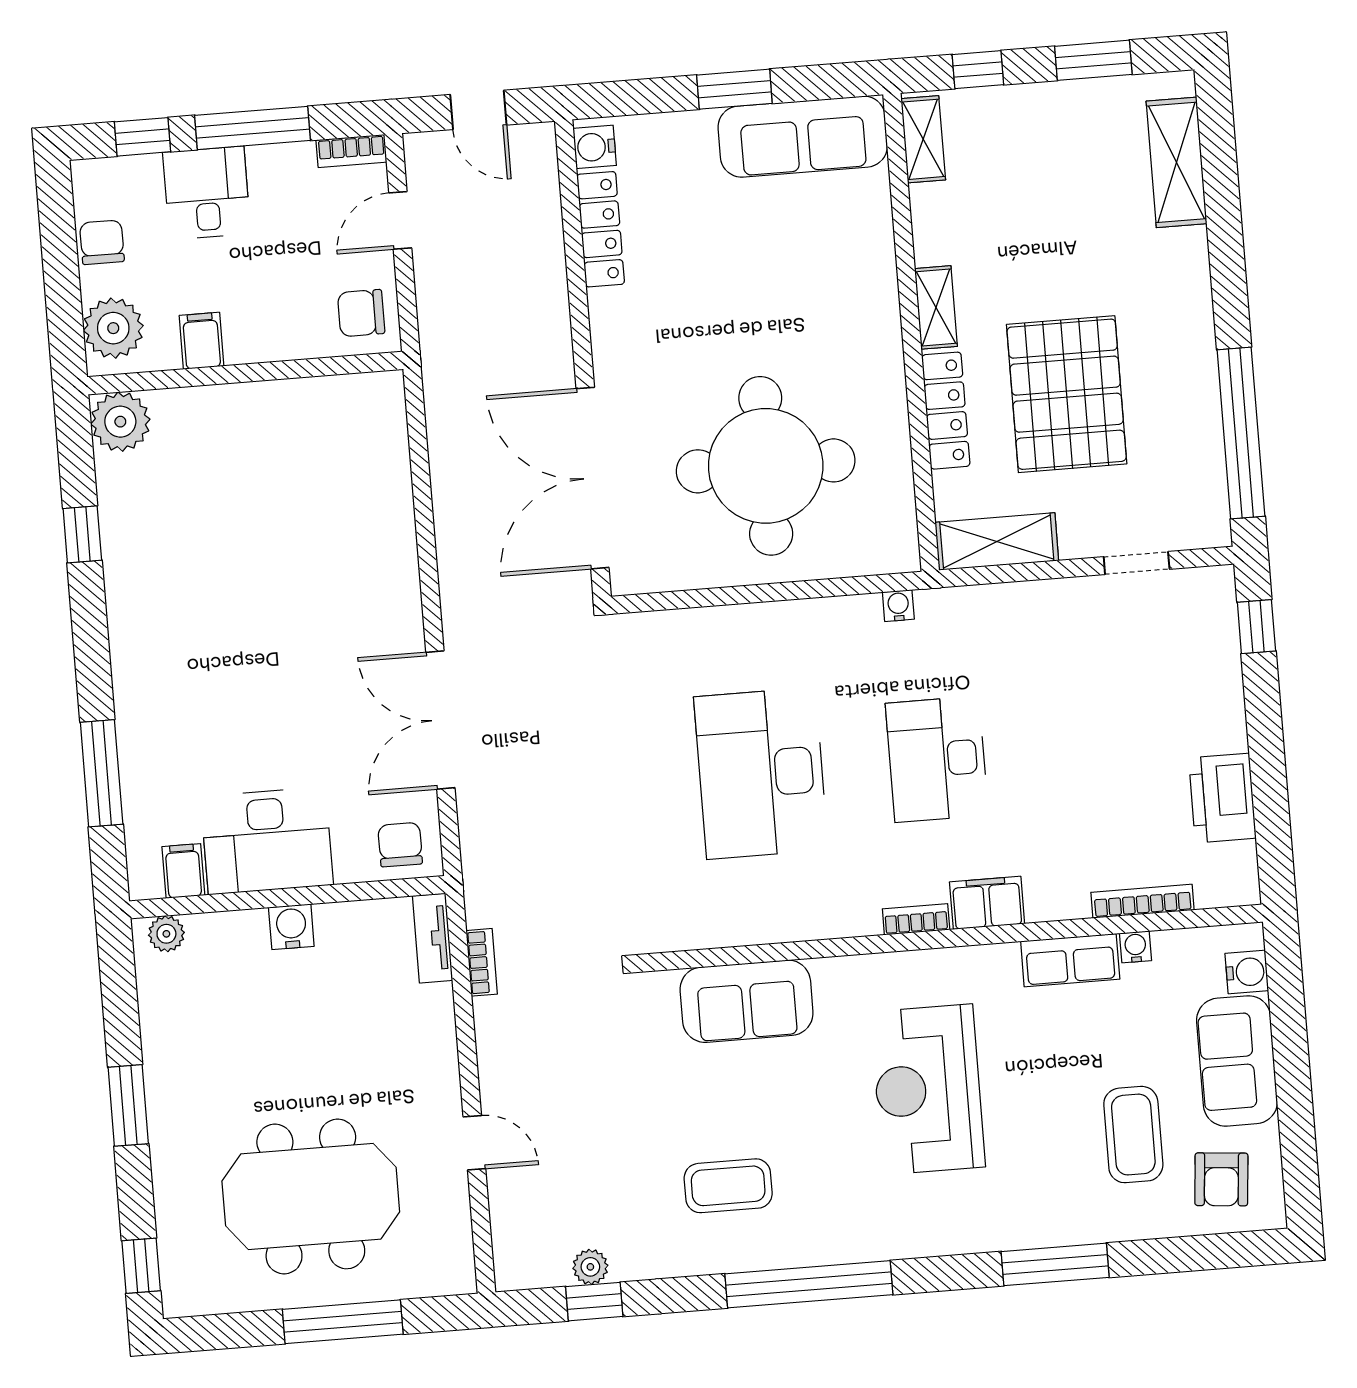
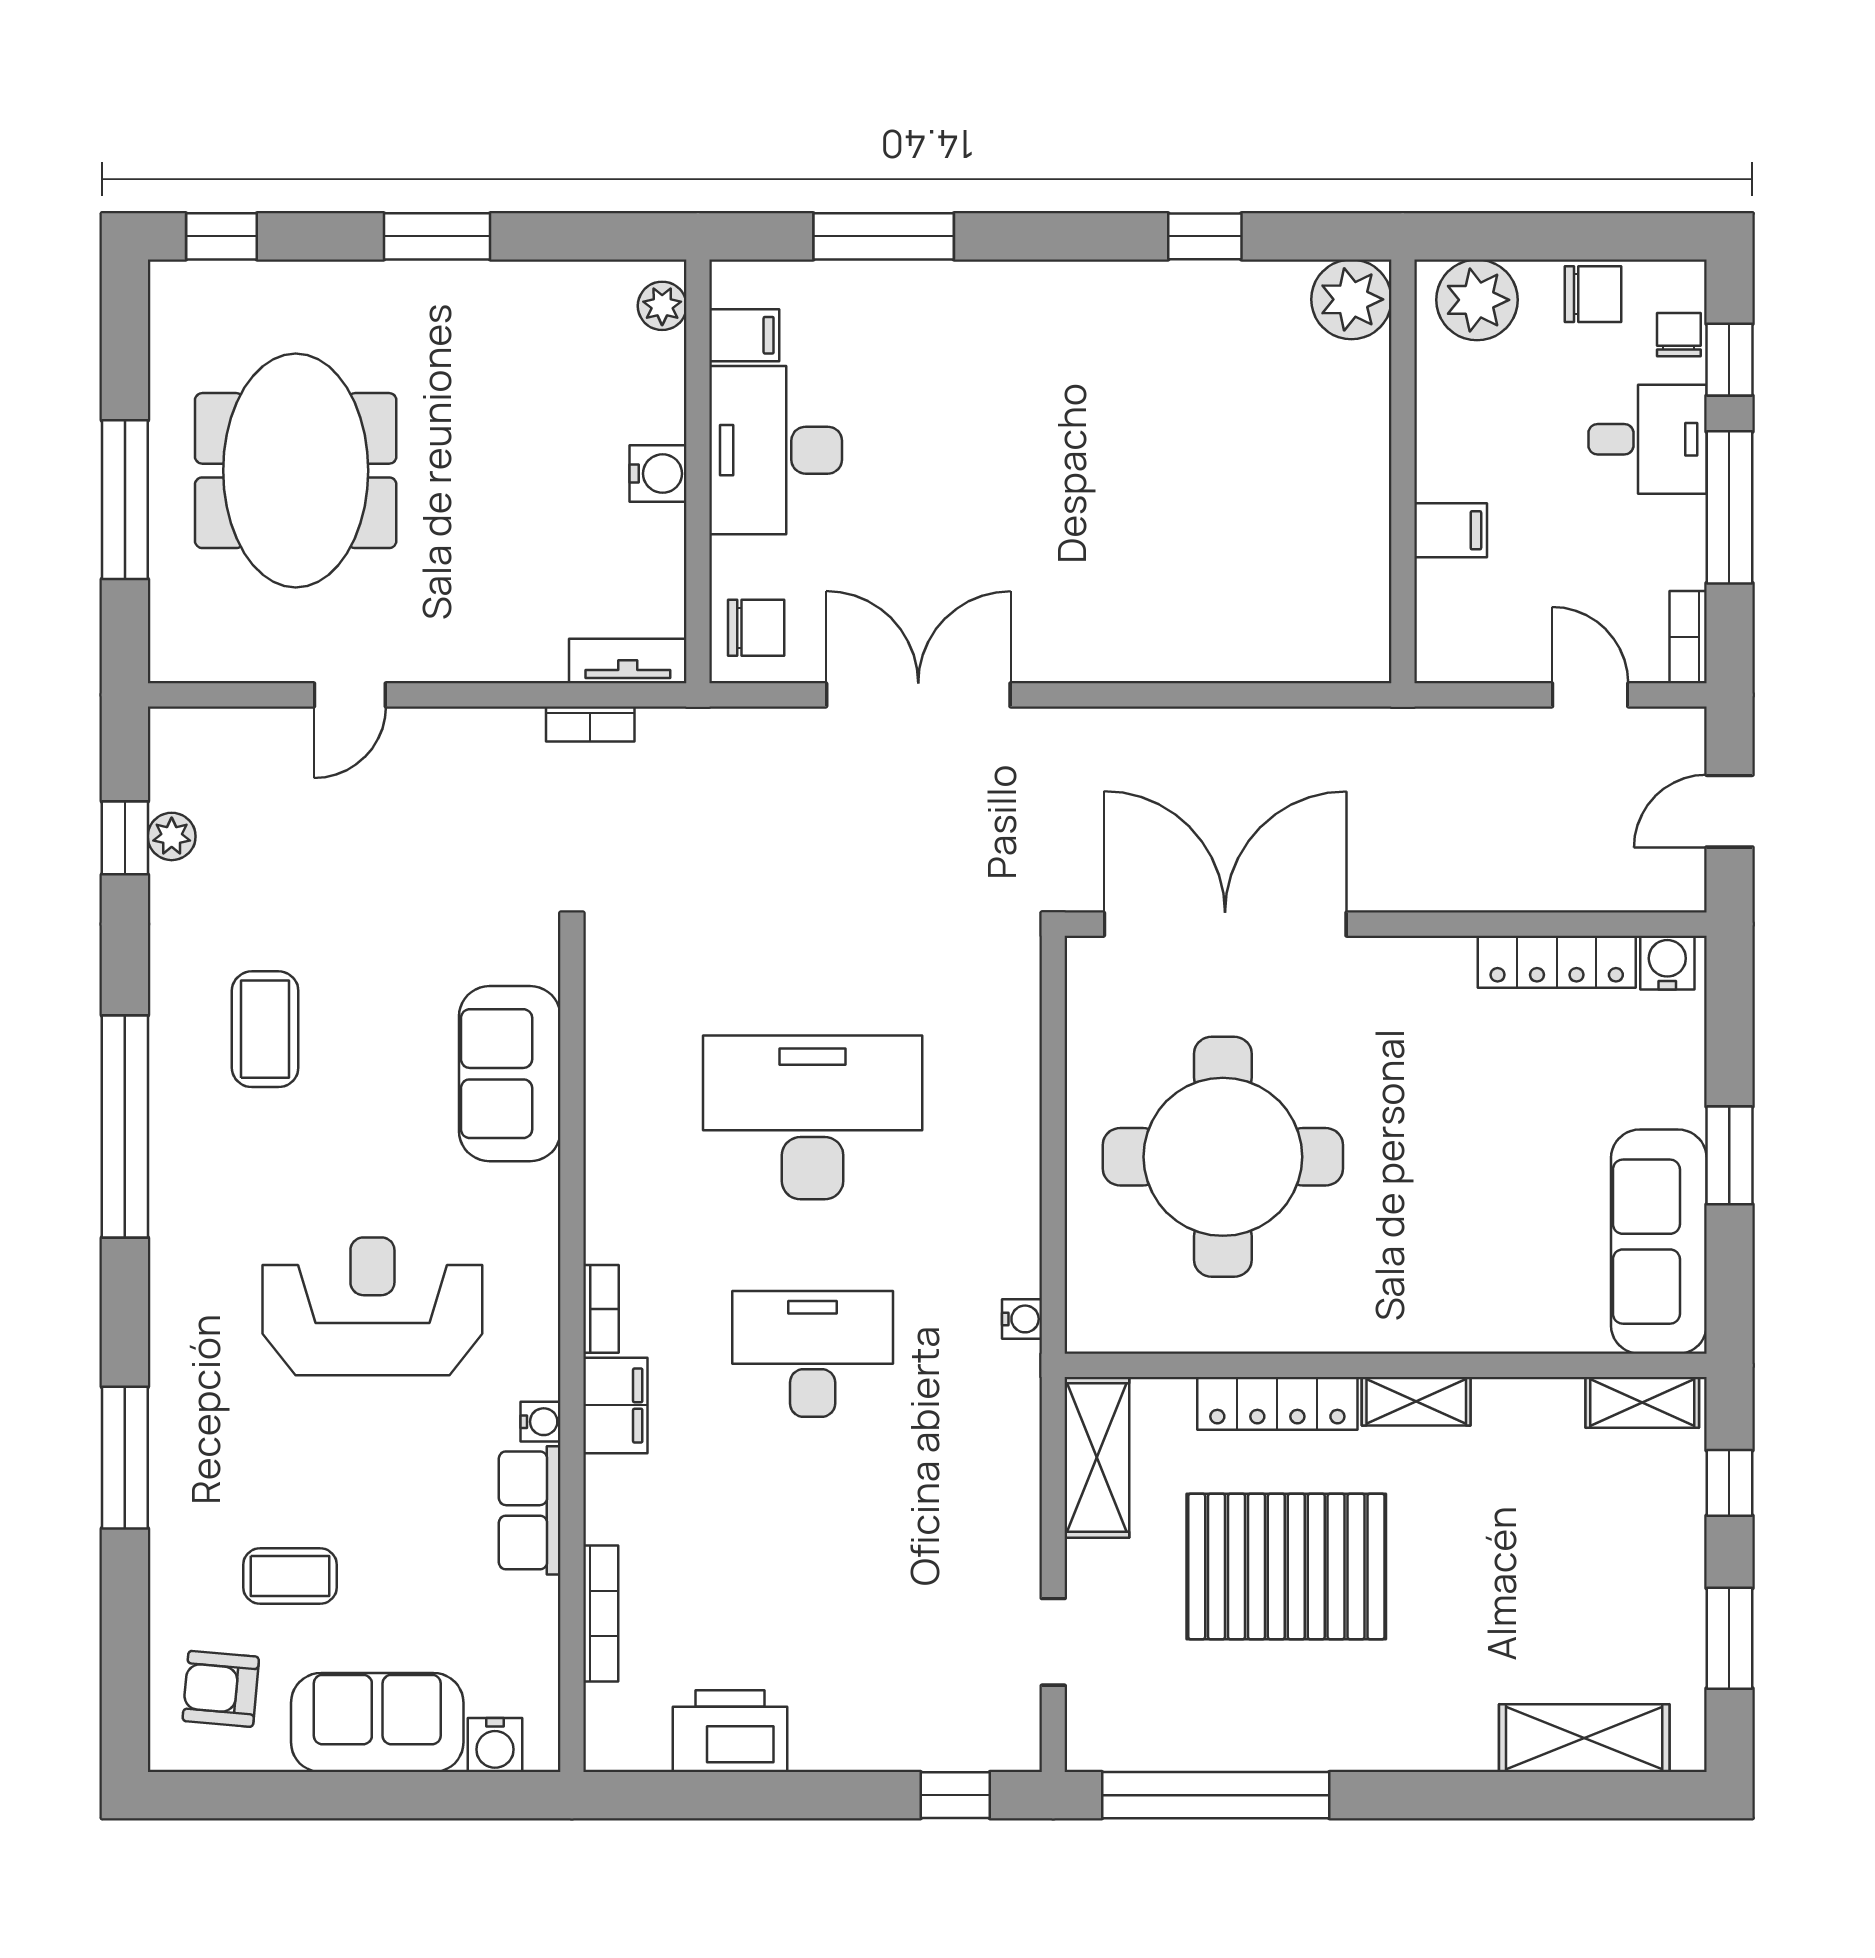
chair: (361, 313) -> (1679, 335), moved, width x0.73, depth x0.73
filing cabinet: (202, 341) -> (1451, 530), moved
water cooler: (1136, 947) -> (540, 1422), moved
coffee table: (1133, 1135) -> (290, 1576), width x0.73, depth x0.77

